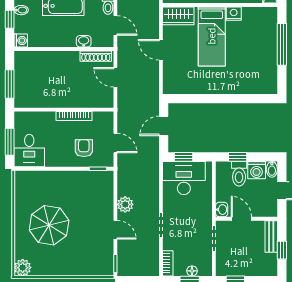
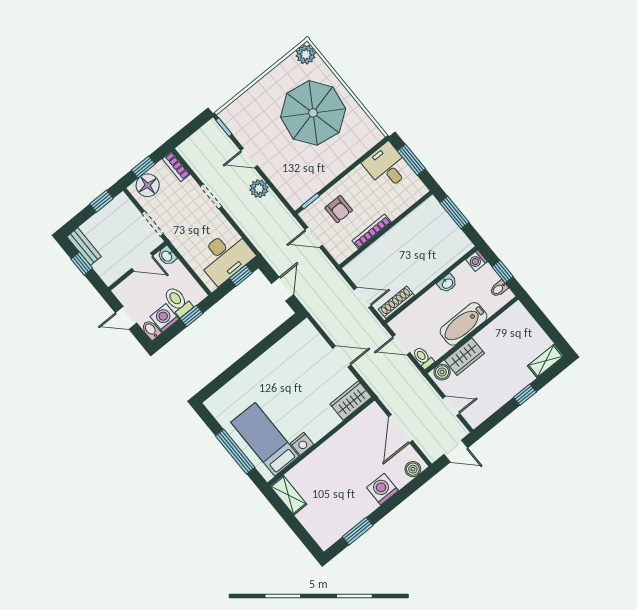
bed: (212, 36) -> (265, 439), moved
washbasin: (84, 41) -> (447, 283), moved
parasol: (49, 225) -> (313, 113), width x1.36, depth x1.36
bench: (271, 236) -> (84, 247), moved
floor lamp: (192, 271) -> (148, 185), width x1.89, depth x1.89

